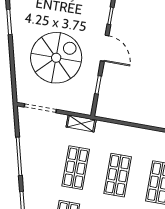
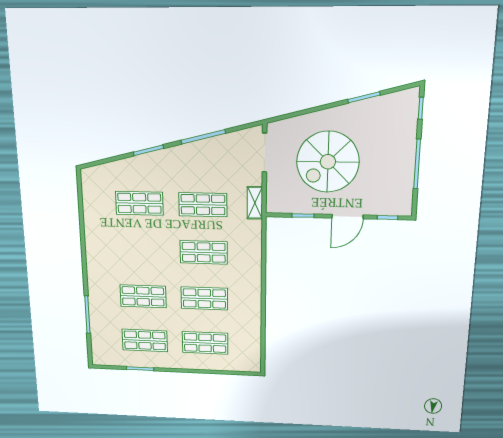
spiral stairs: (56, 58) -> (328, 162), turned 90

